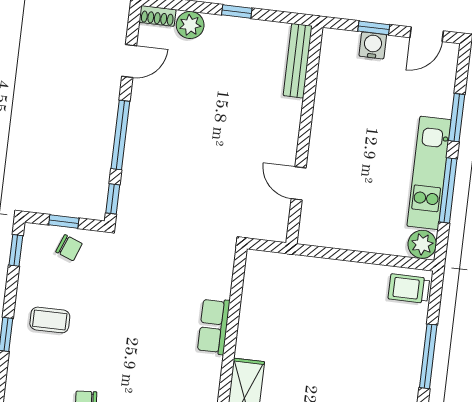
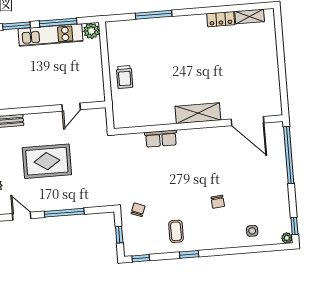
rug: (214, 123) -> (47, 161), added
window: (113, 199) -> (101, 210), removed
chair: (69, 248) -> (138, 210), moved
trolley: (409, 289) -> (125, 77), moved

